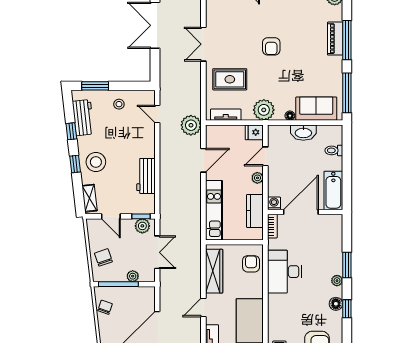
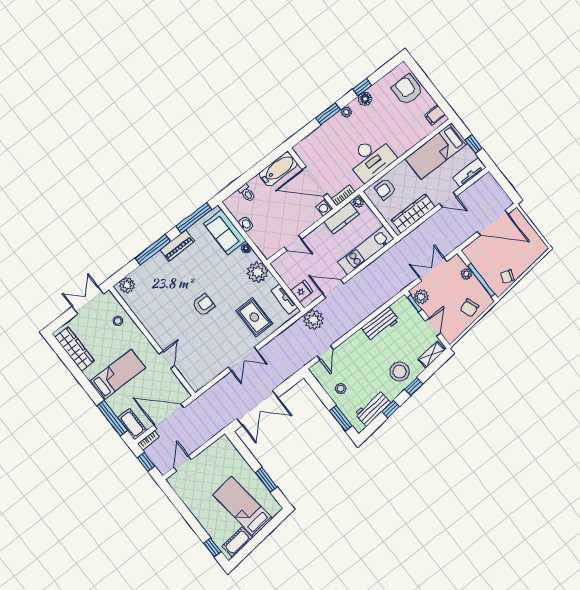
piano: (335, 39) -> (177, 245), moved
fridge: (254, 132) -> (302, 291), moved, turned -90
washbasin: (303, 133) -> (246, 224), width x0.52, depth x0.69
plant: (257, 178) -> (358, 202), moved

